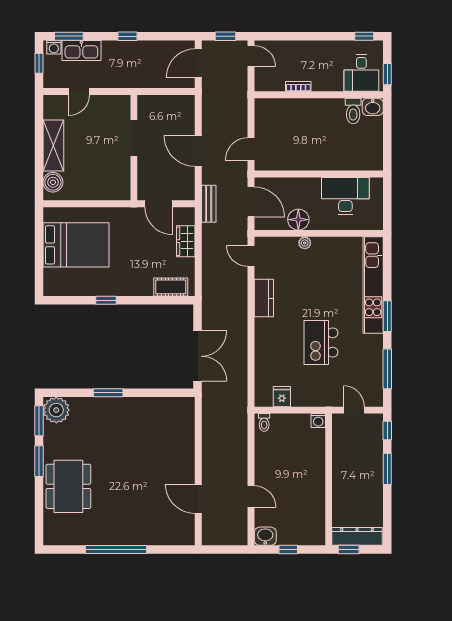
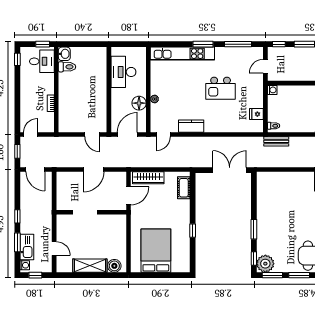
window: (69, 36) -> (17, 242), moved
bench: (209, 204) -> (276, 141), moved
wardrobe: (186, 241) -> (148, 178), width x1.50
window: (64, 393) -> (254, 258), added

